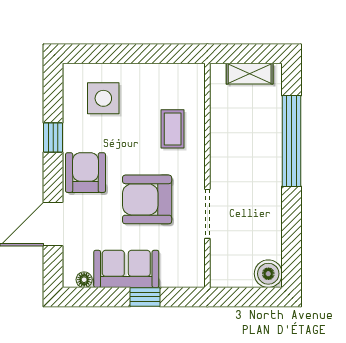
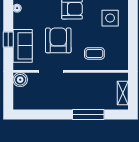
window: (292, 141) -> (88, 114), width x0.68
sofa: (126, 269) -> (23, 46), moved
boiler: (268, 274) -> (20, 80), moved

